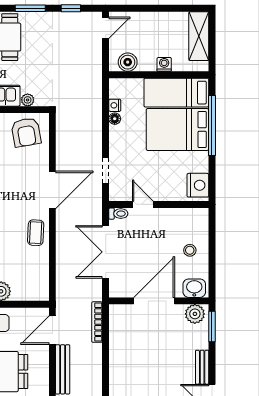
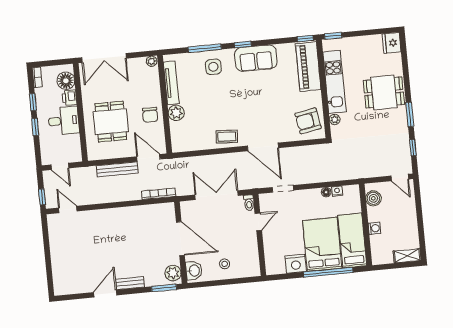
shelving: (199, 36) -> (407, 256), width x0.67, depth x0.75
nightstand: (198, 185) -> (296, 264), moved

